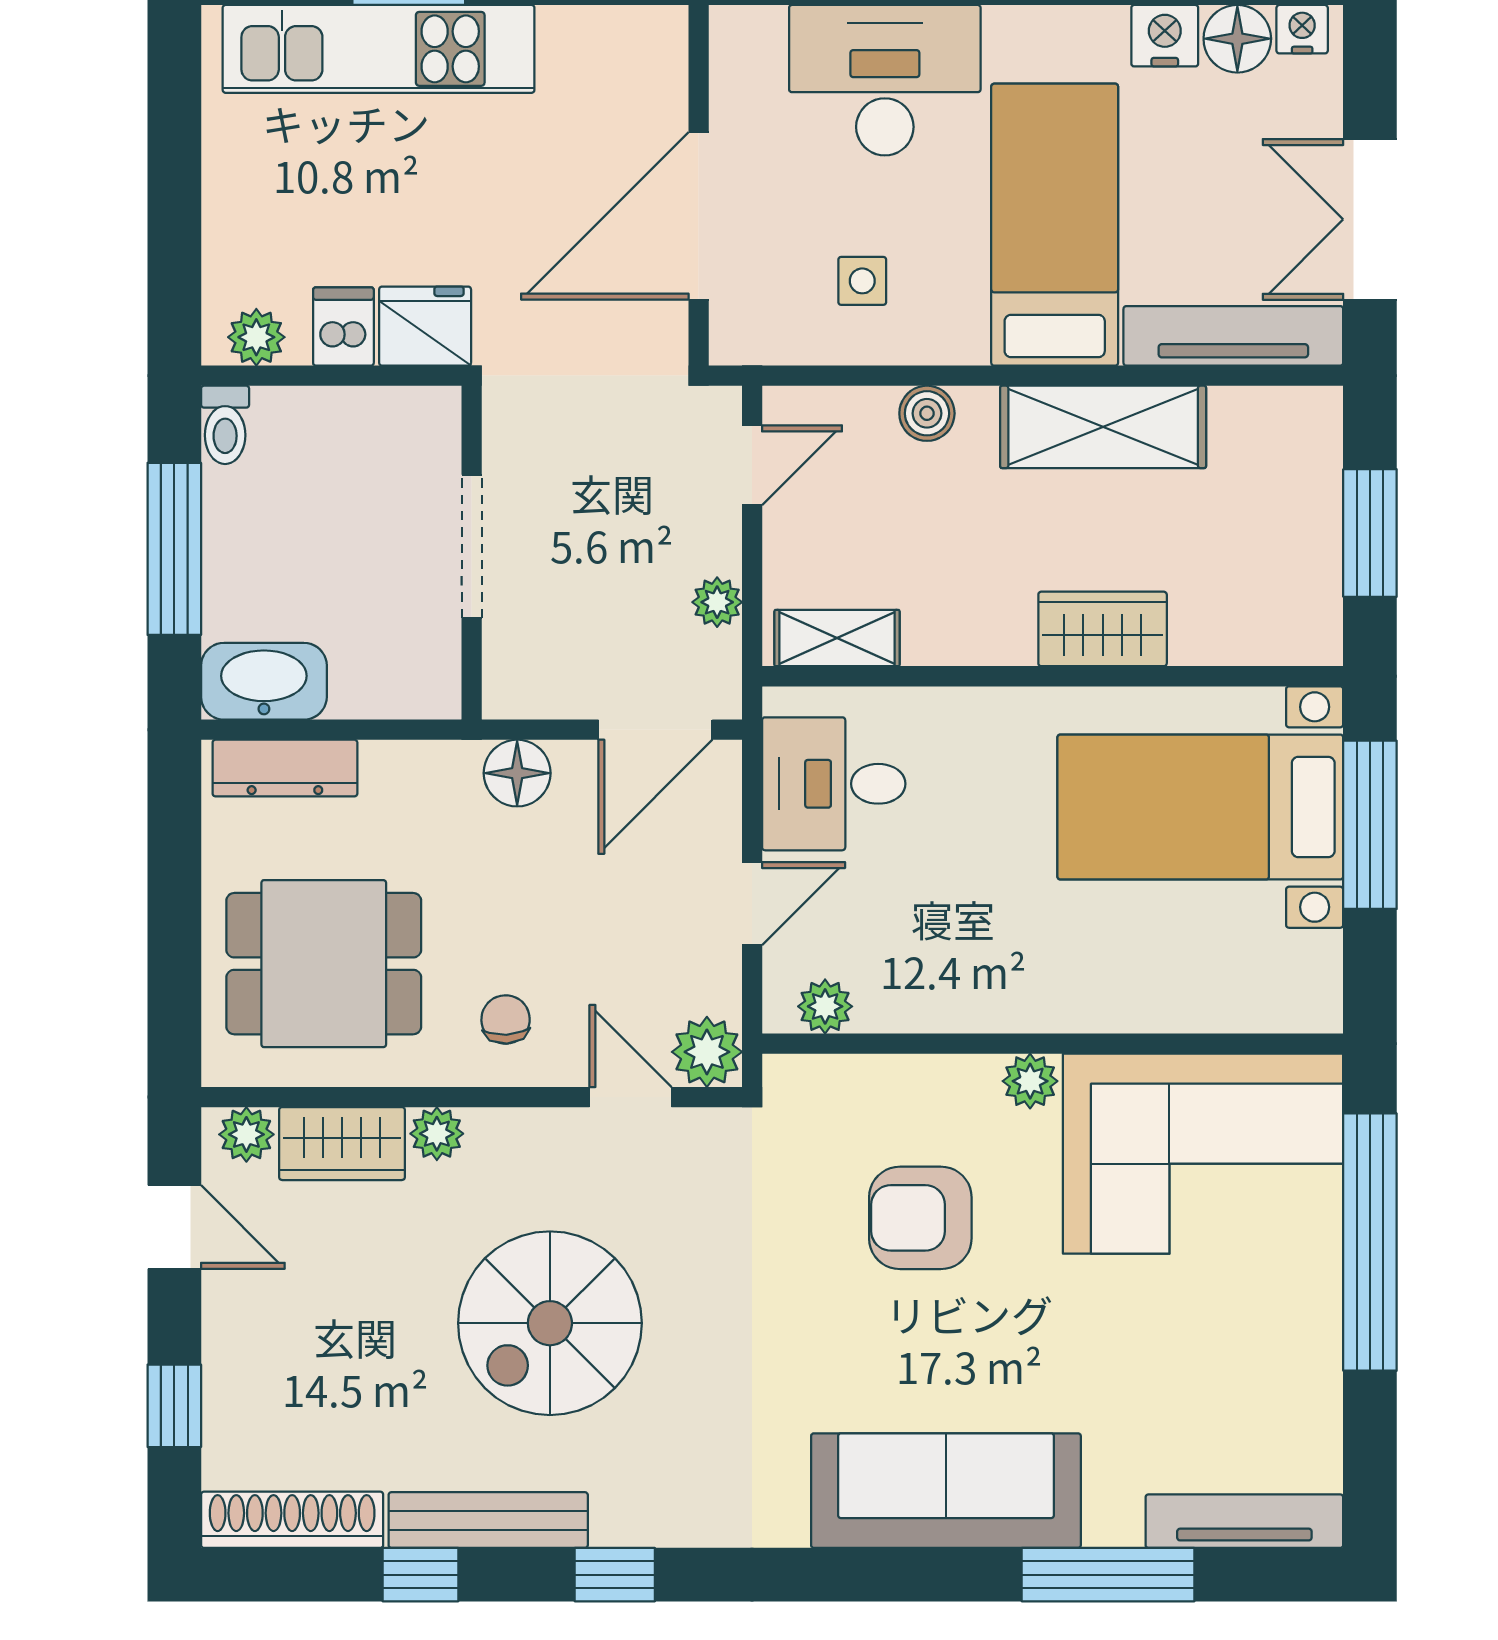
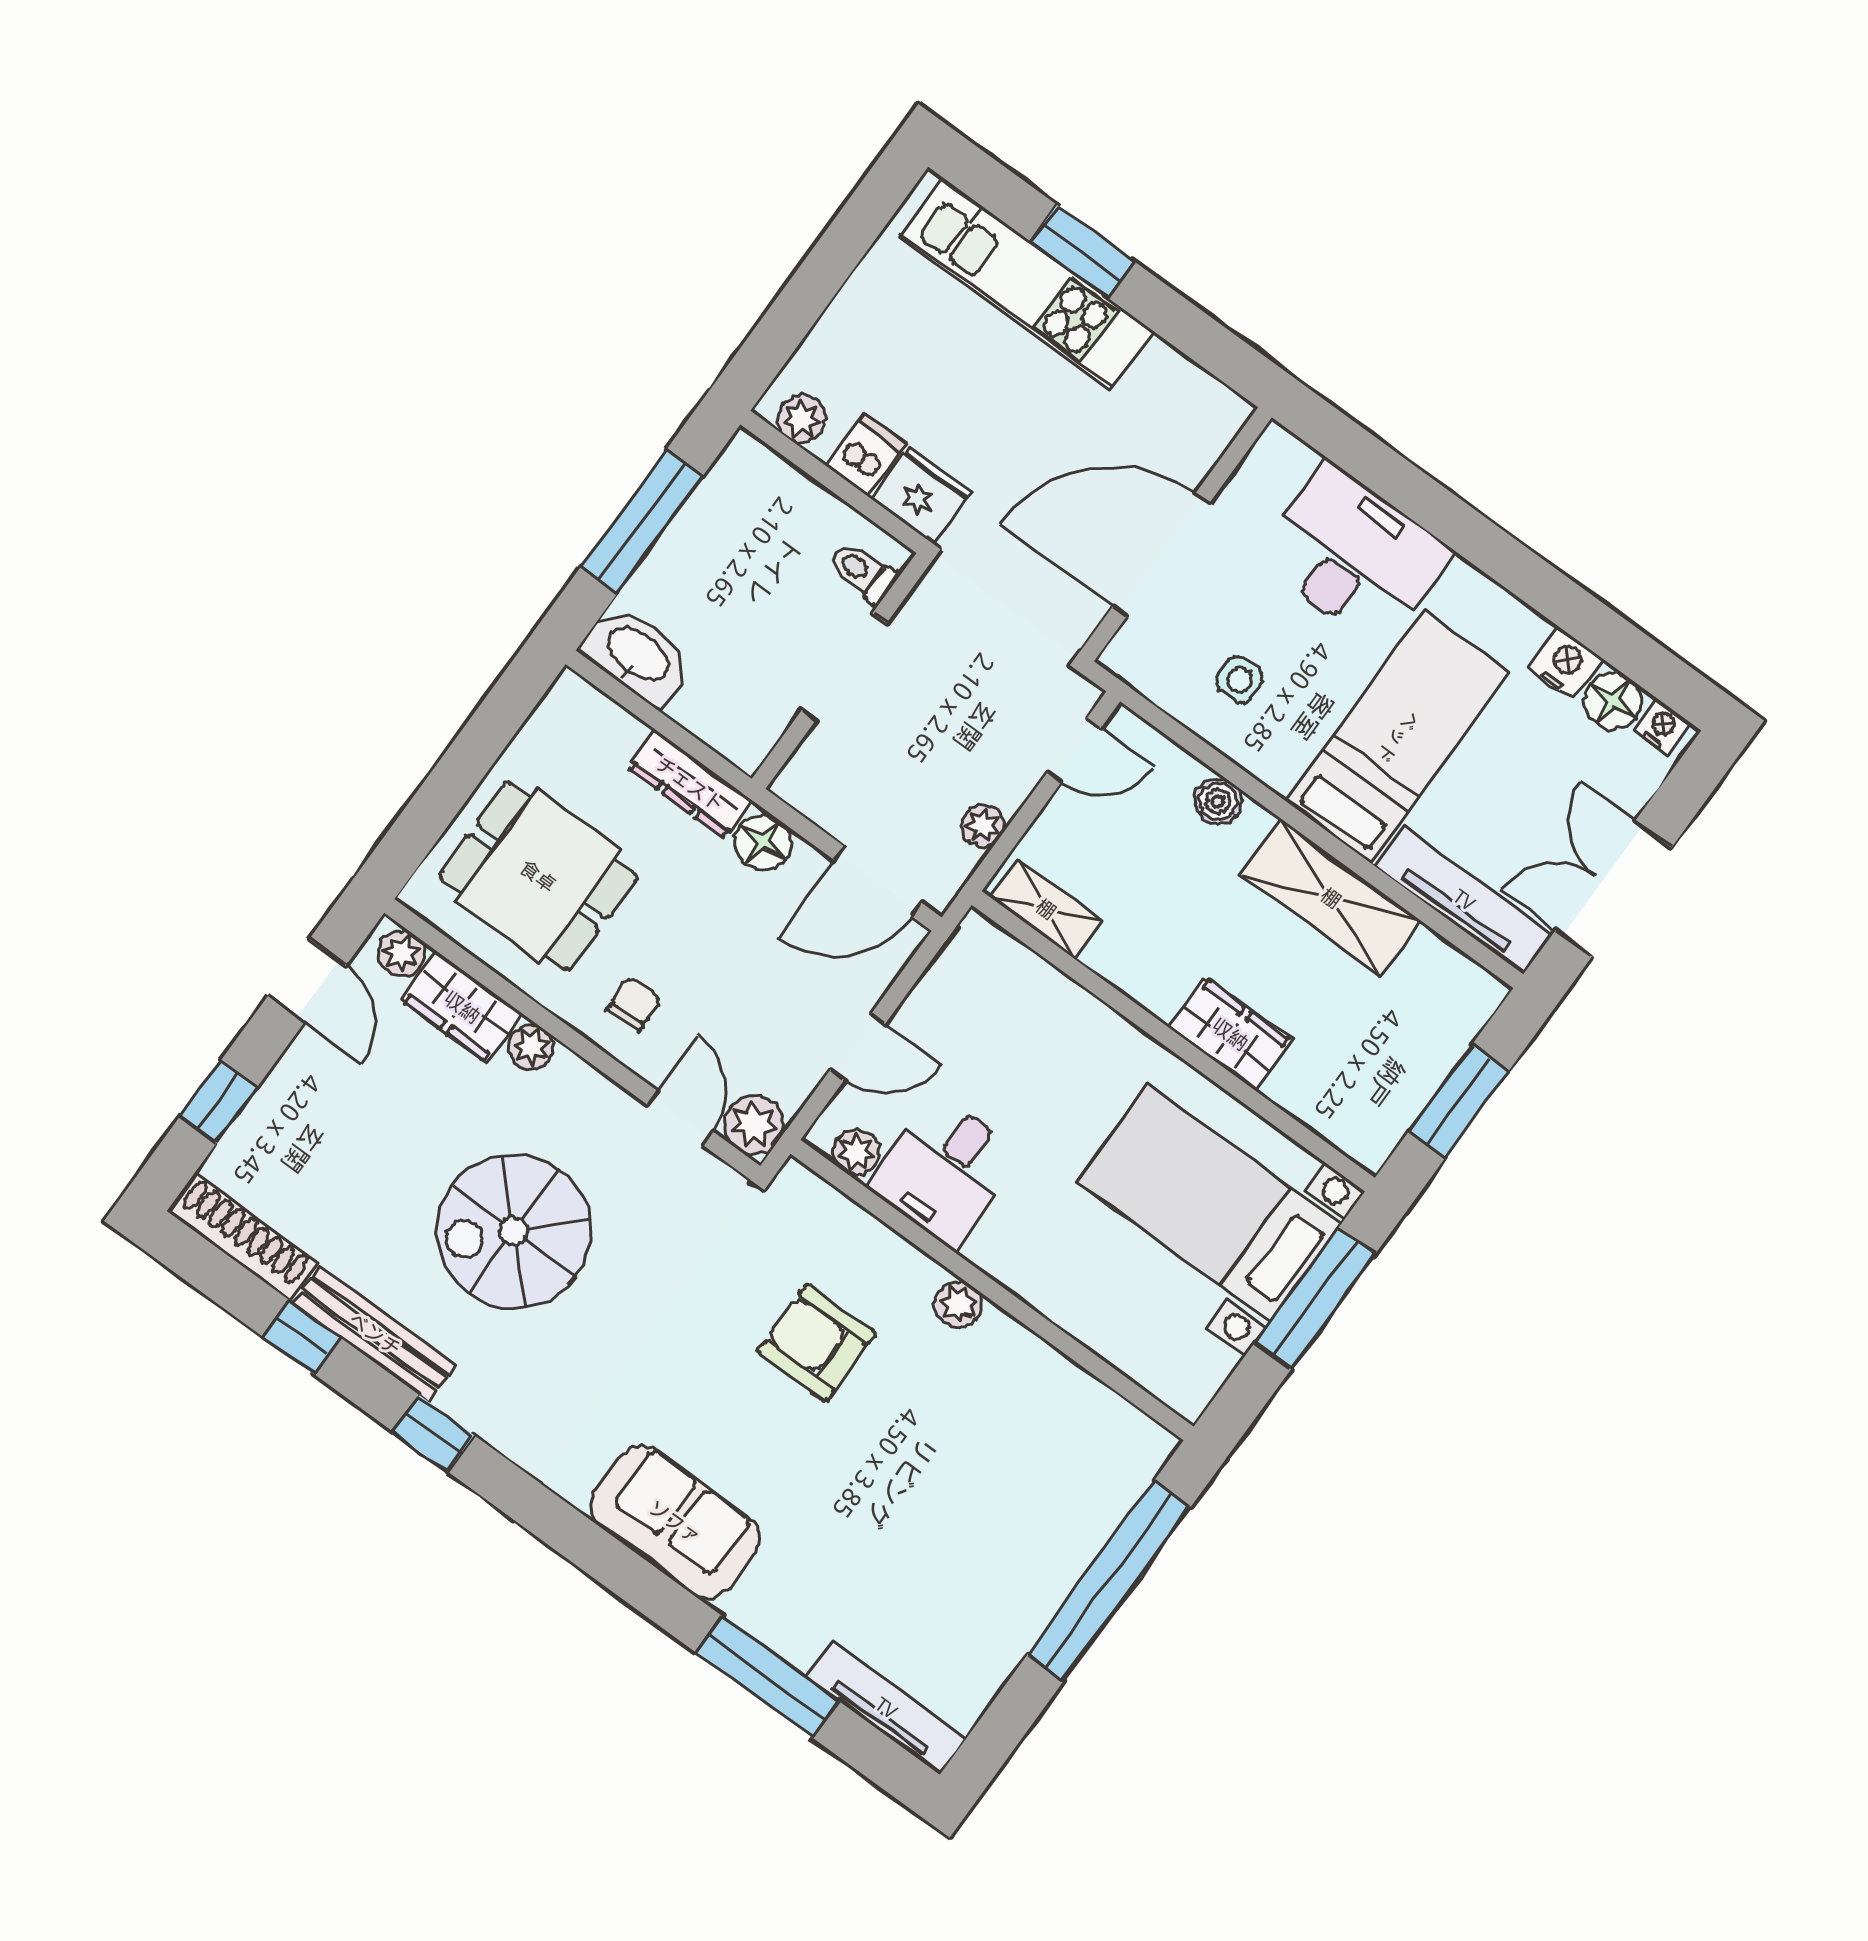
toilet: (225, 425) -> (862, 572), moved, turned 90
dresser: (285, 768) -> (690, 784), moved
desk: (834, 784) -> (945, 1171), moved, turned -90
corner sofa: (1203, 1154) -> (1040, 1439), removed
sofa: (946, 1491) -> (675, 1522), width x0.73

